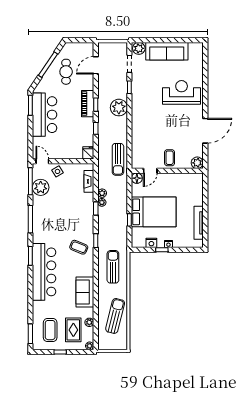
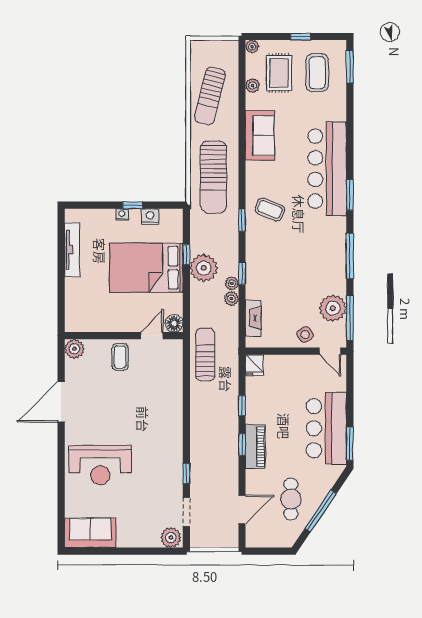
sofa: (167, 51) -> (90, 533), moved, width x0.73
plant: (119, 108) -> (204, 268), moved
sun lounger: (113, 267) -> (213, 177), width x1.36, depth x1.34

